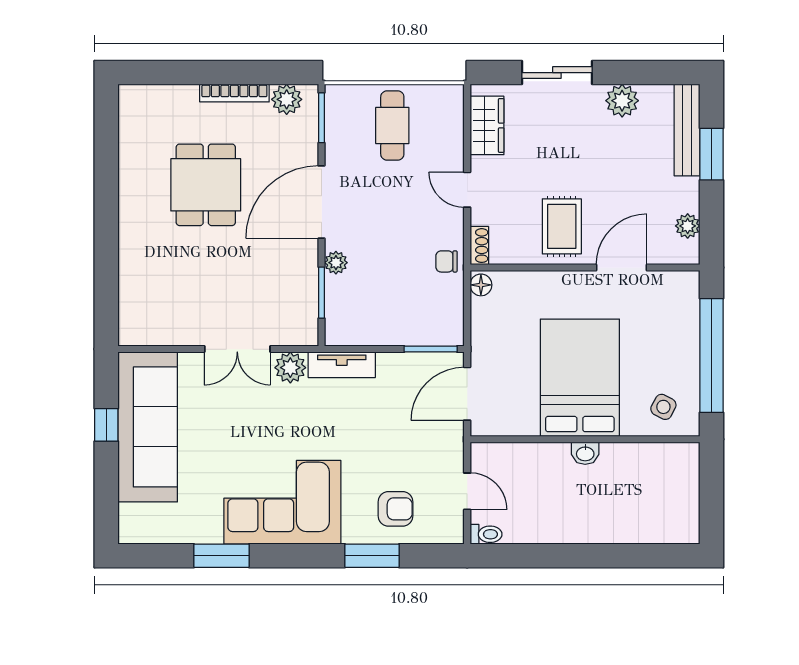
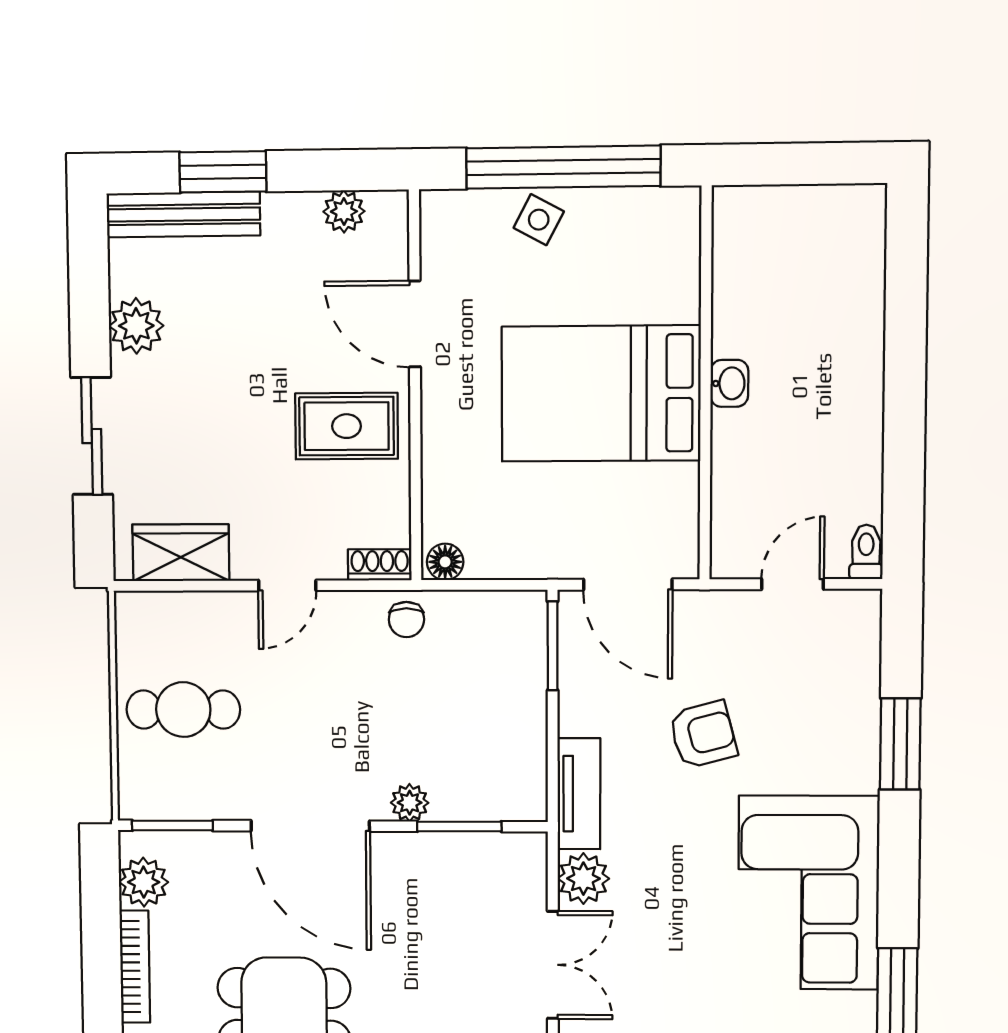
side table: (663, 407) -> (539, 220), moved
armchair: (396, 509) -> (703, 735), moved, turned 75

